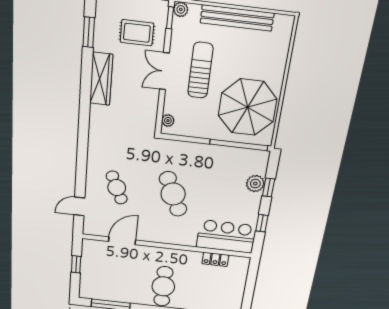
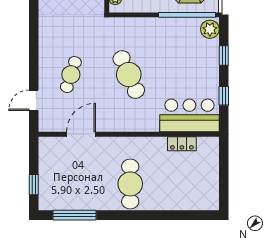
plant: (255, 184) -> (210, 29), moved
cafe table: (117, 188) -> (71, 75), turned 42
window: (76, 264) -> (34, 185), moved

